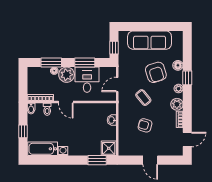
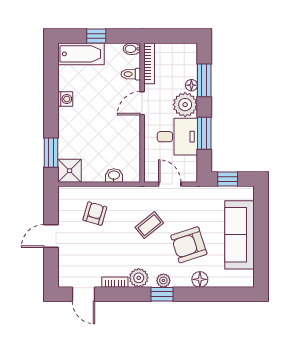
window: (187, 78) -> (162, 294), moved
armchair: (145, 125) -> (95, 214), moved
bathtub: (43, 149) -> (81, 54), moved, turned 90

